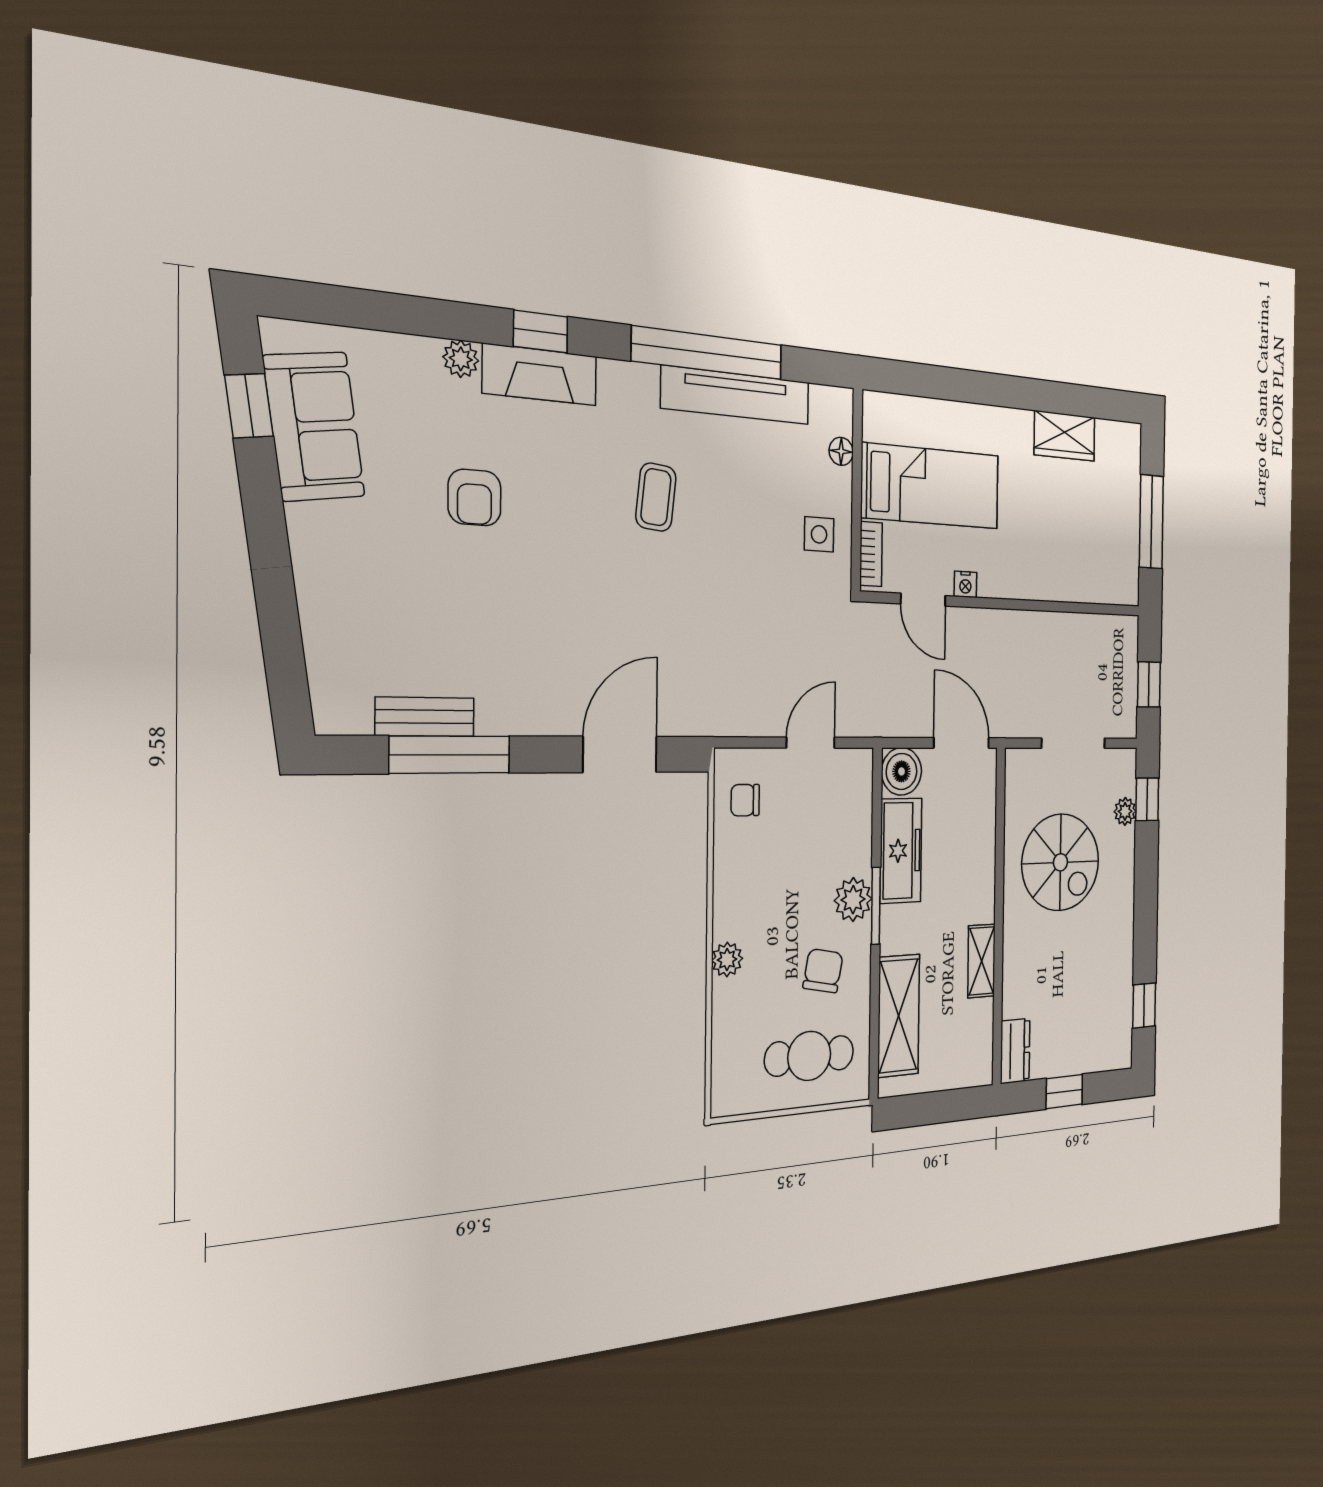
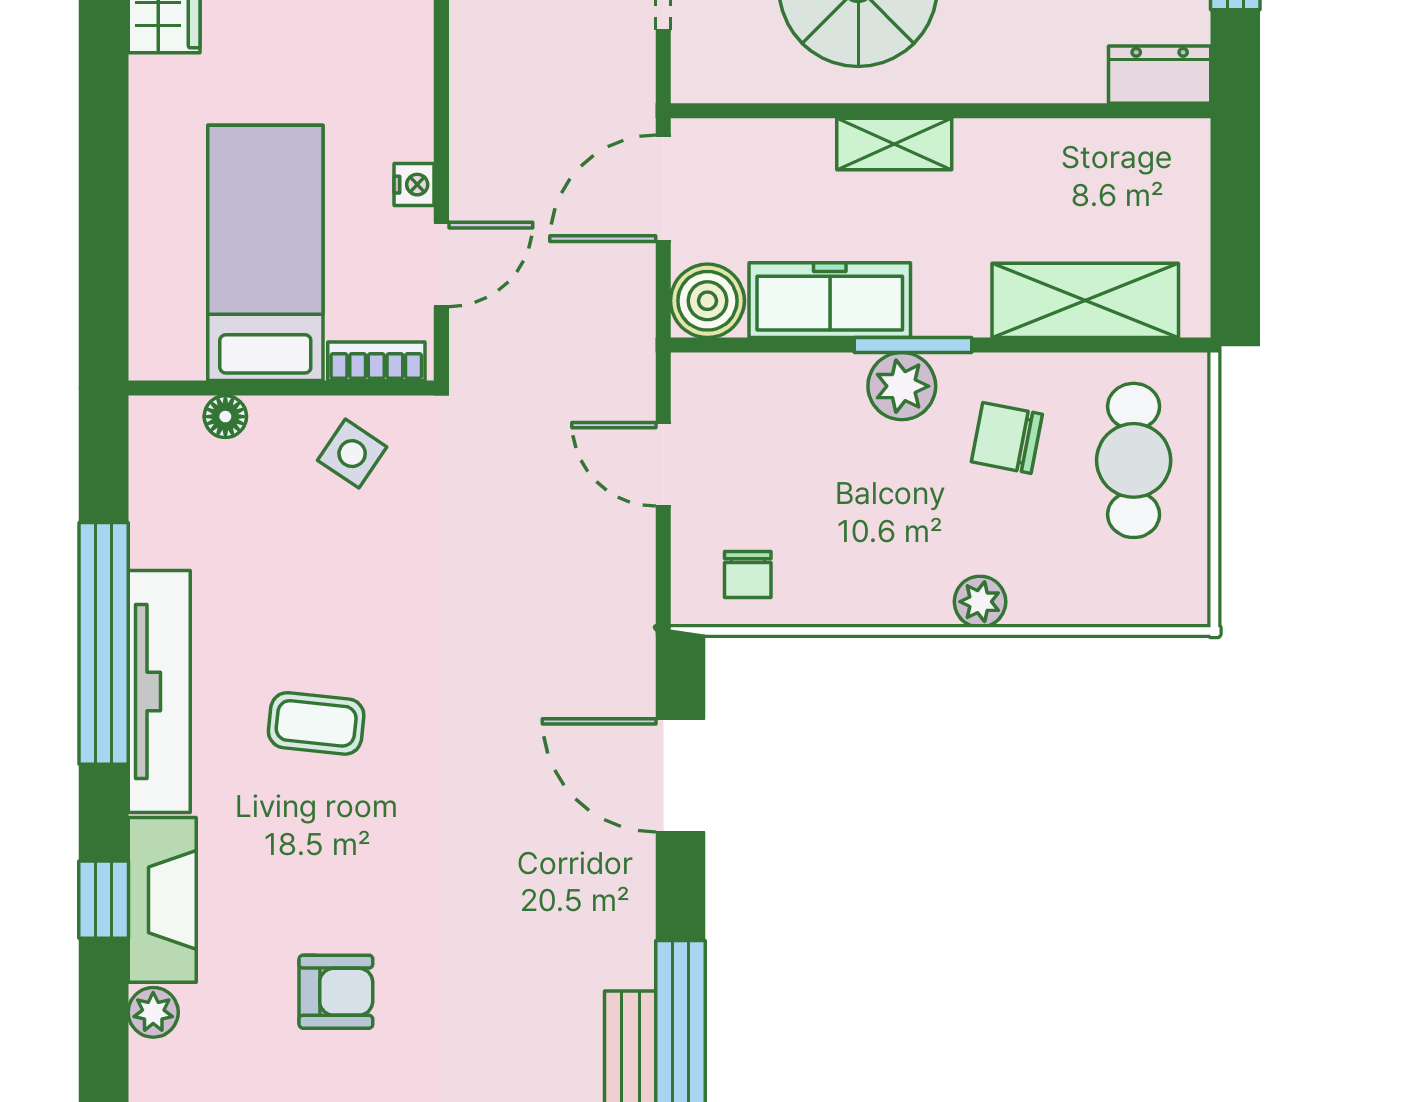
tv unit: (736, 395) -> (159, 691), moved
side table: (819, 534) -> (352, 454), turned 34
shelving: (981, 961) -> (894, 144), moved

